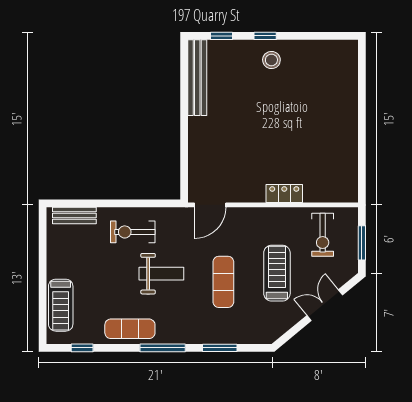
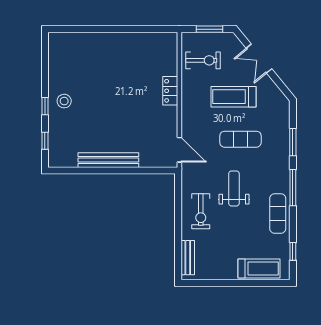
bench: (197, 78) -> (108, 160), moved

